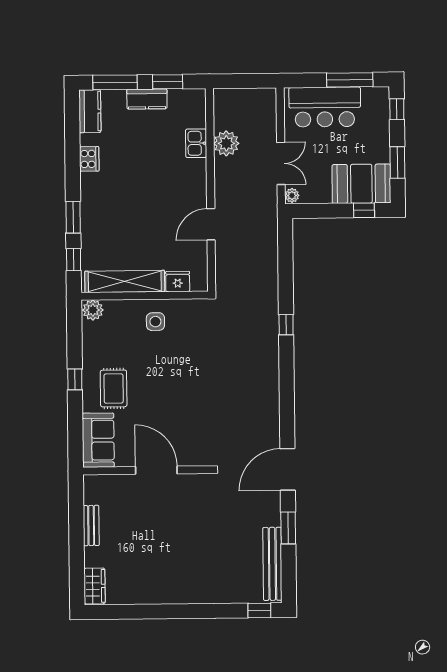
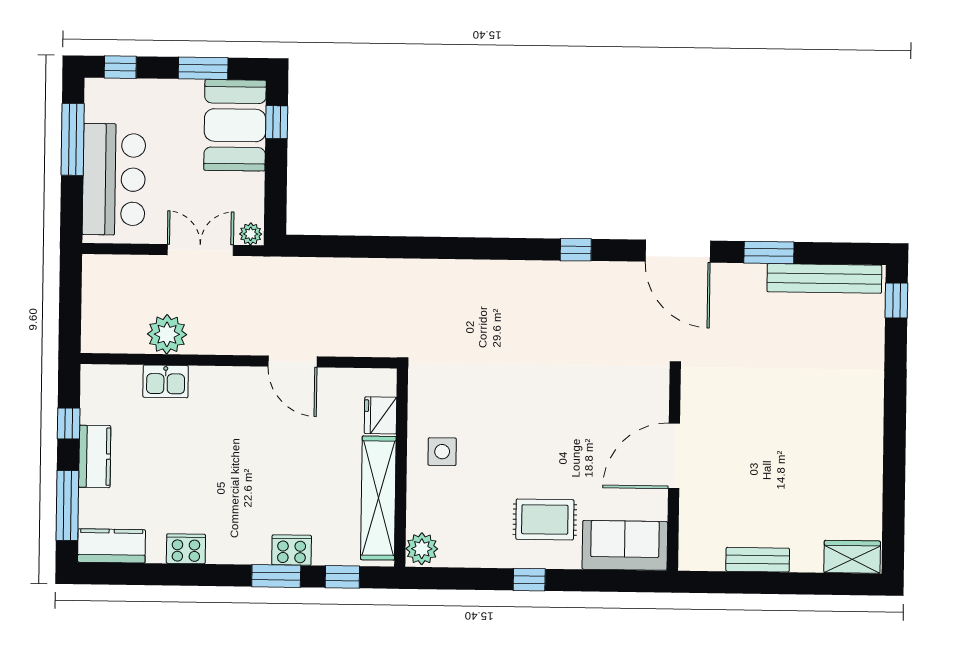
window: (168, 82) -> (69, 423), width x0.67
cooker: (90, 227) -> (292, 550), added
window: (286, 325) -> (576, 250), moved

